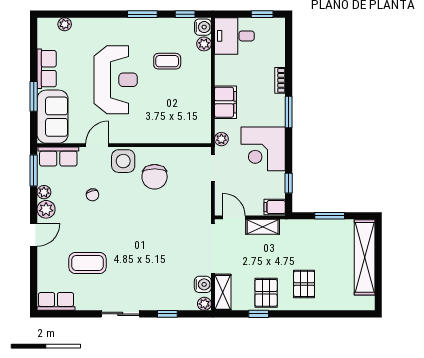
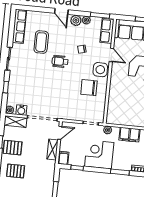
wheelchair: (116, 229) -> (60, 61), added
row of seats: (56, 301) -> (19, 26), width x1.48

